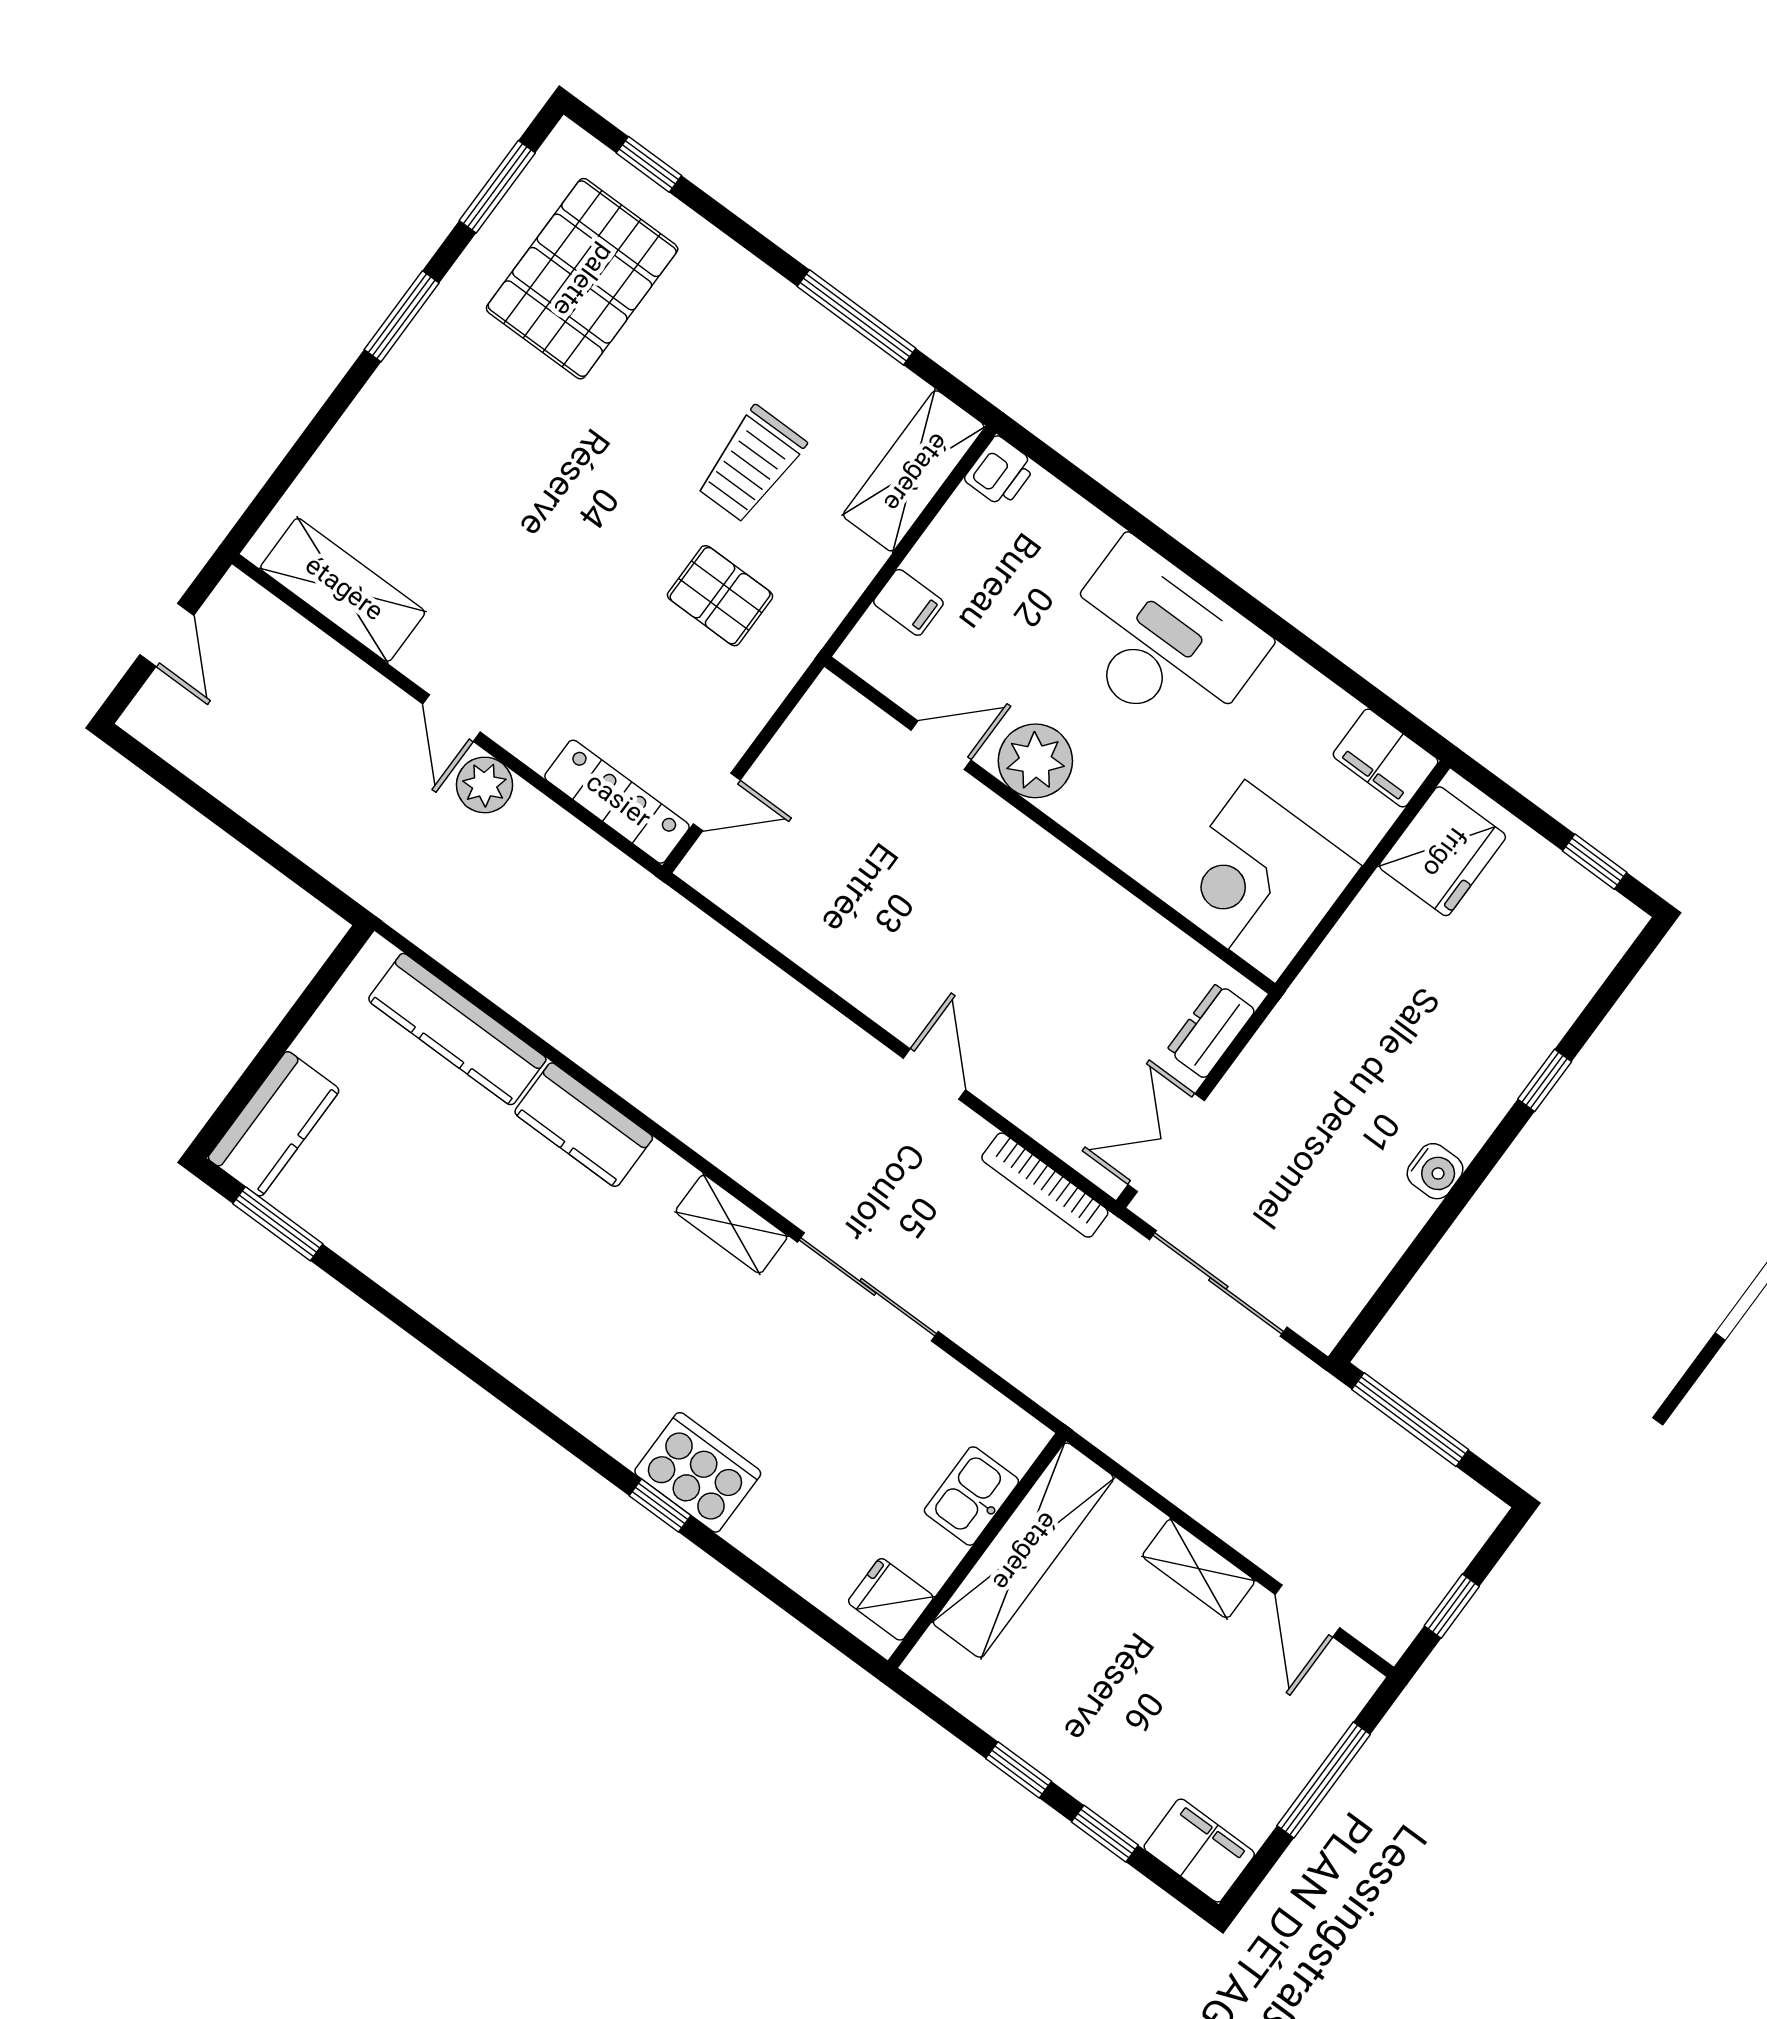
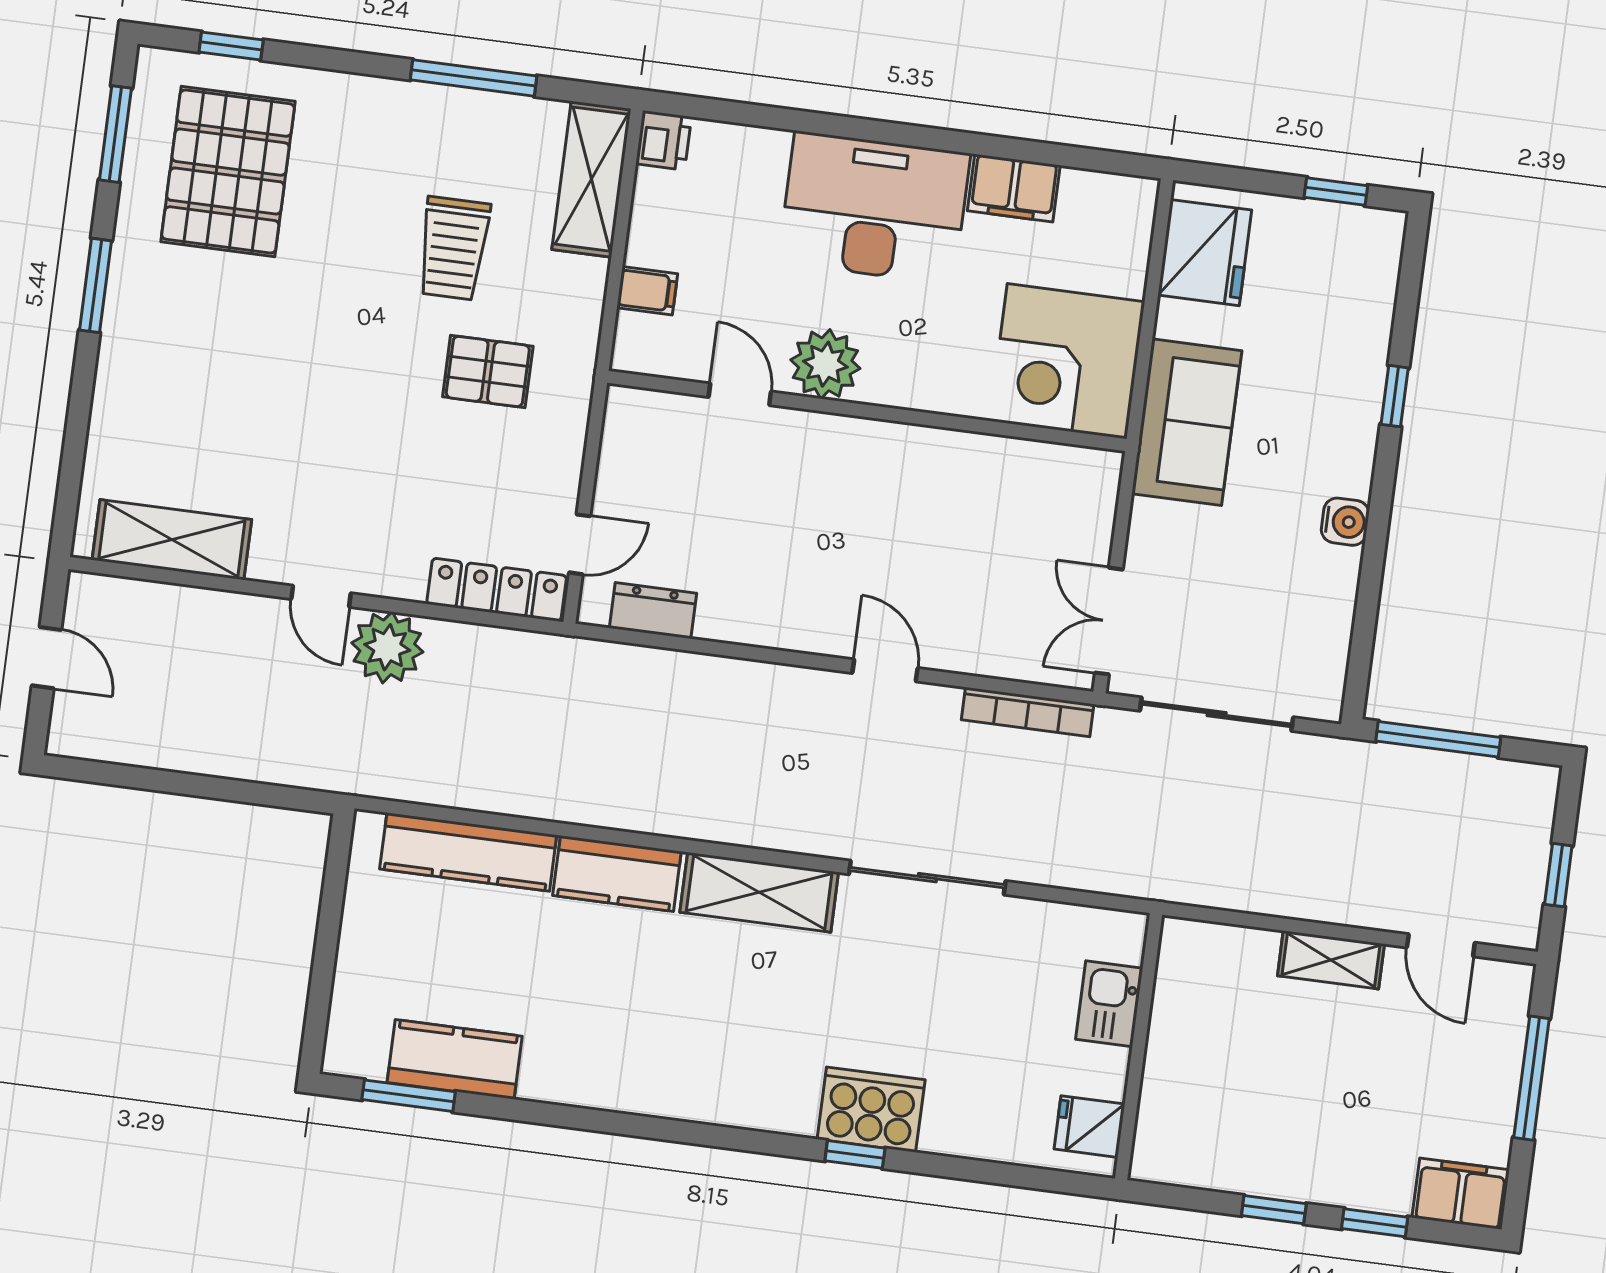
door: (941, 745) -> (740, 394), hinge flipped
filing cabinet: (1386, 758) -> (1014, 188), moved
plant: (485, 785) -> (387, 647), width x1.36, depth x1.36
sofa: (1339, 999) -> (1187, 422), added
dresser: (1211, 1030) -> (653, 611), moved, turned 90
kitchen counter: (274, 1124) -> (455, 1059), moved, turned -90
shelving: (731, 1224) -> (759, 892), width x1.50, depth x1.33
shelving: (1023, 1550) -> (1177, 1025), removed

